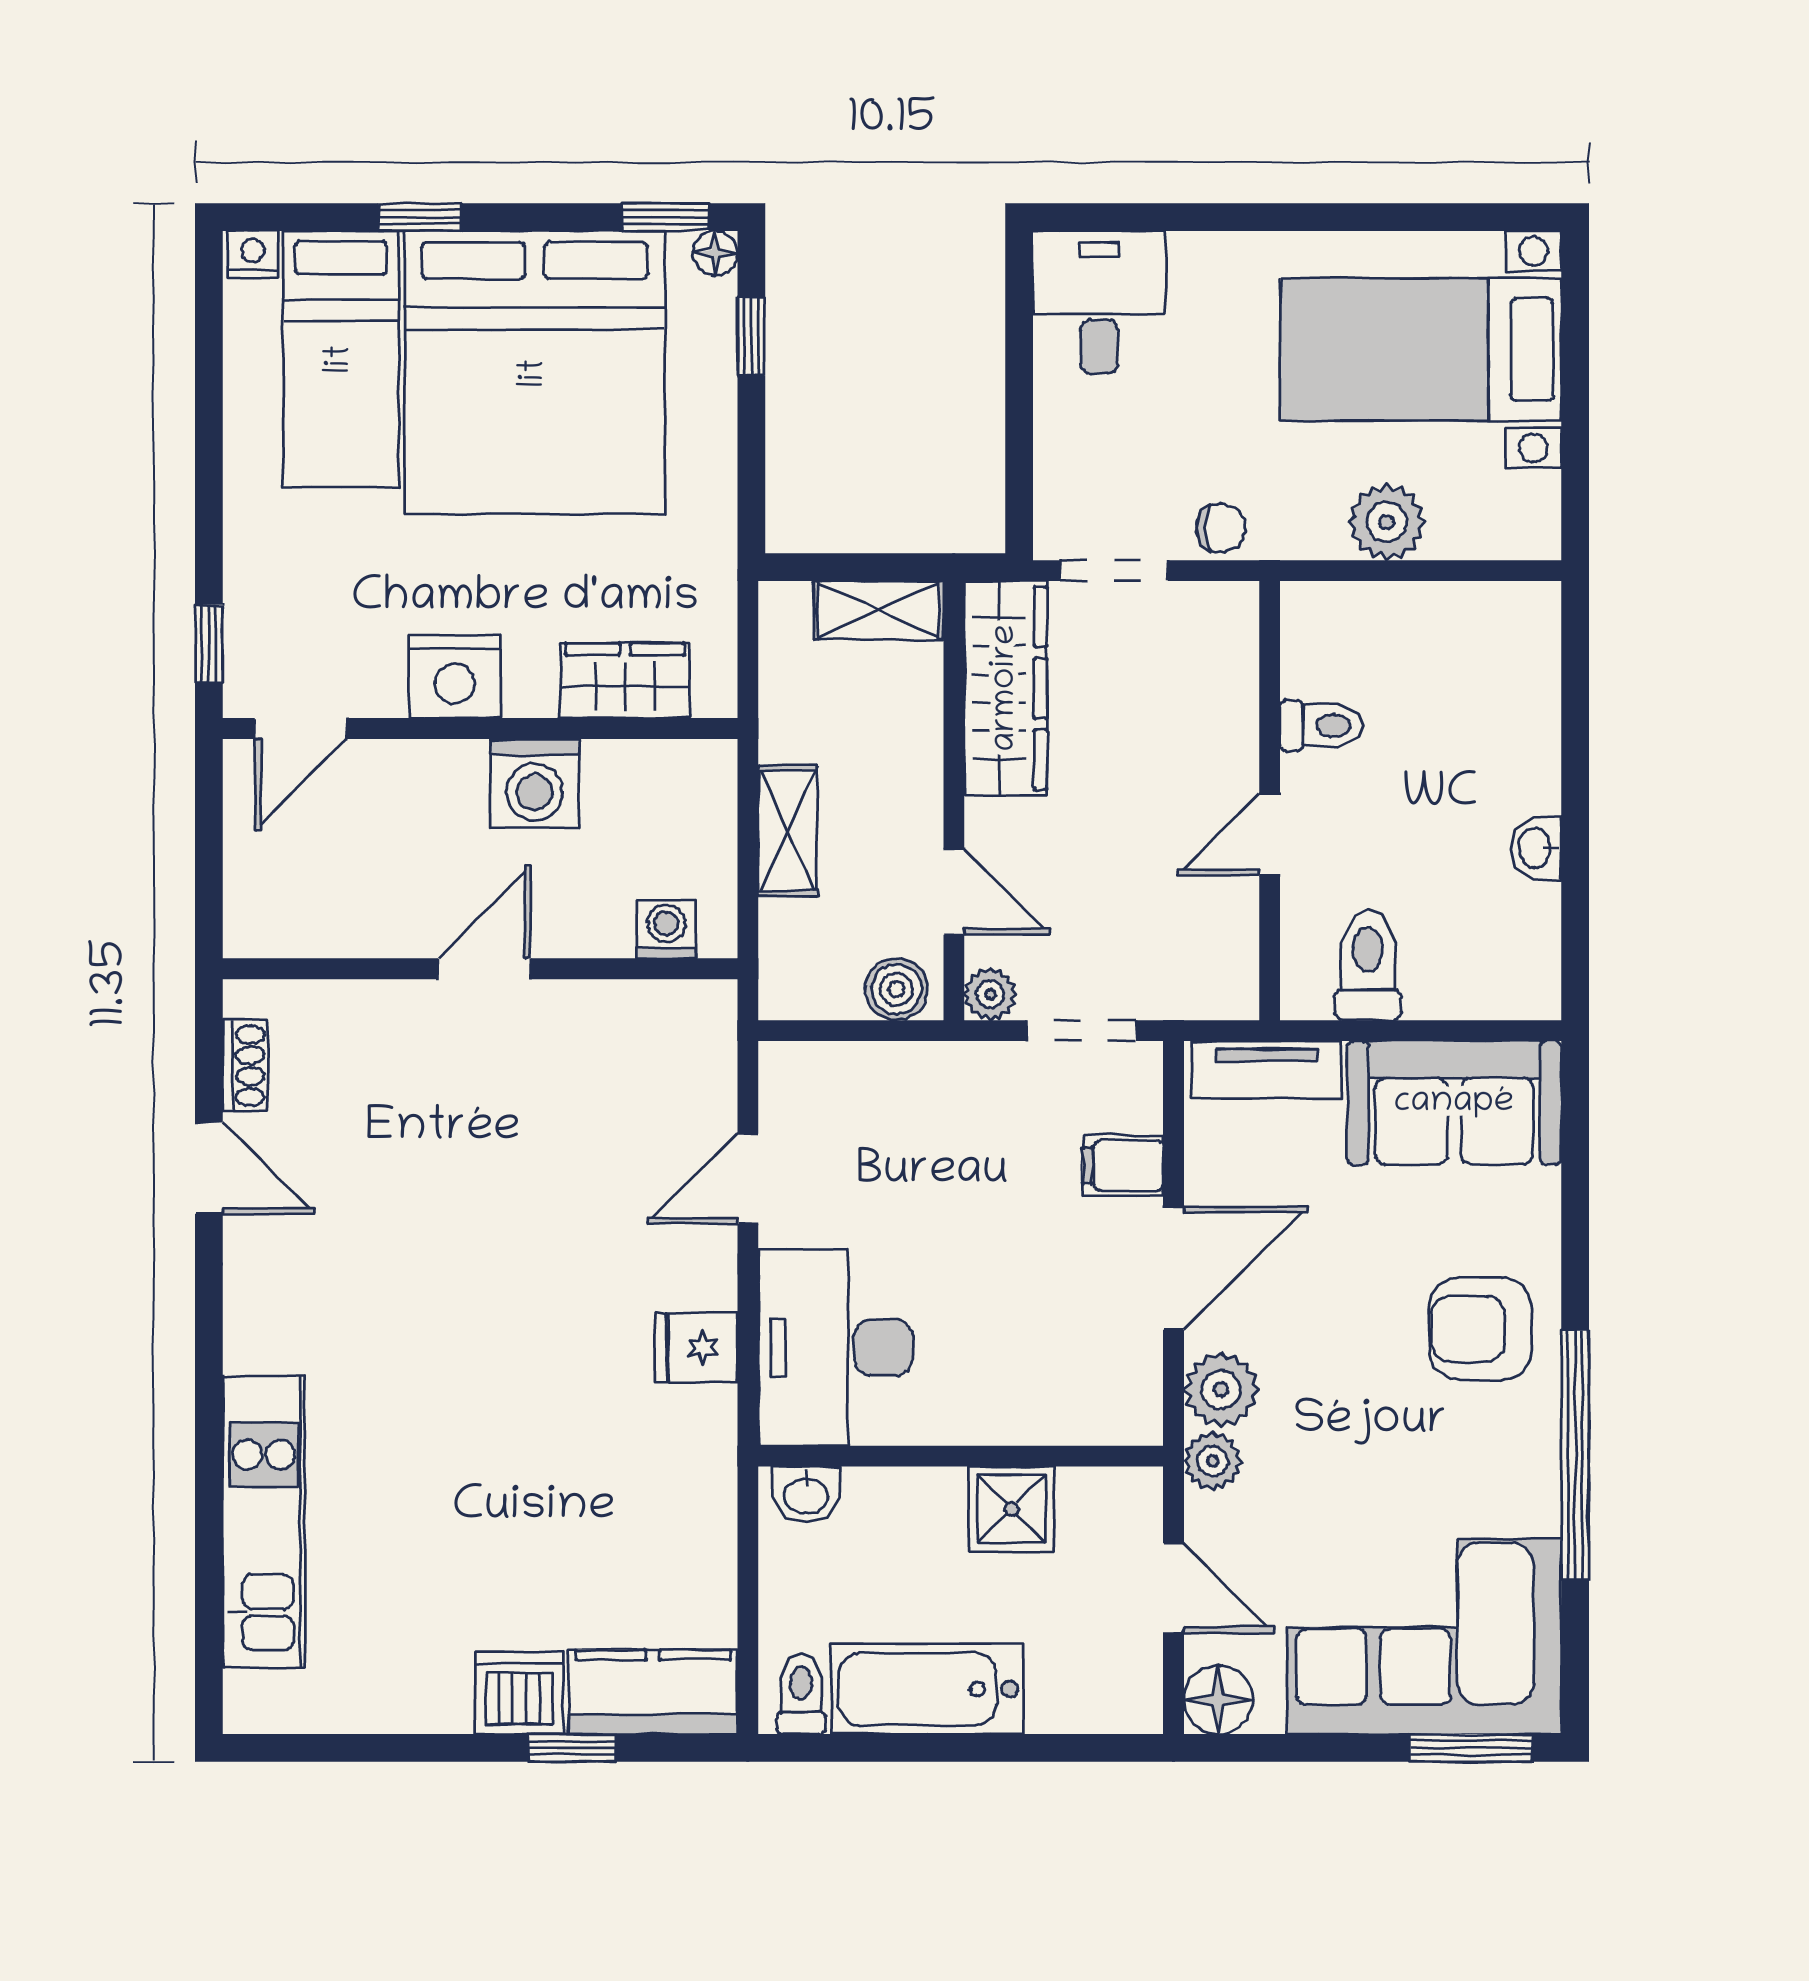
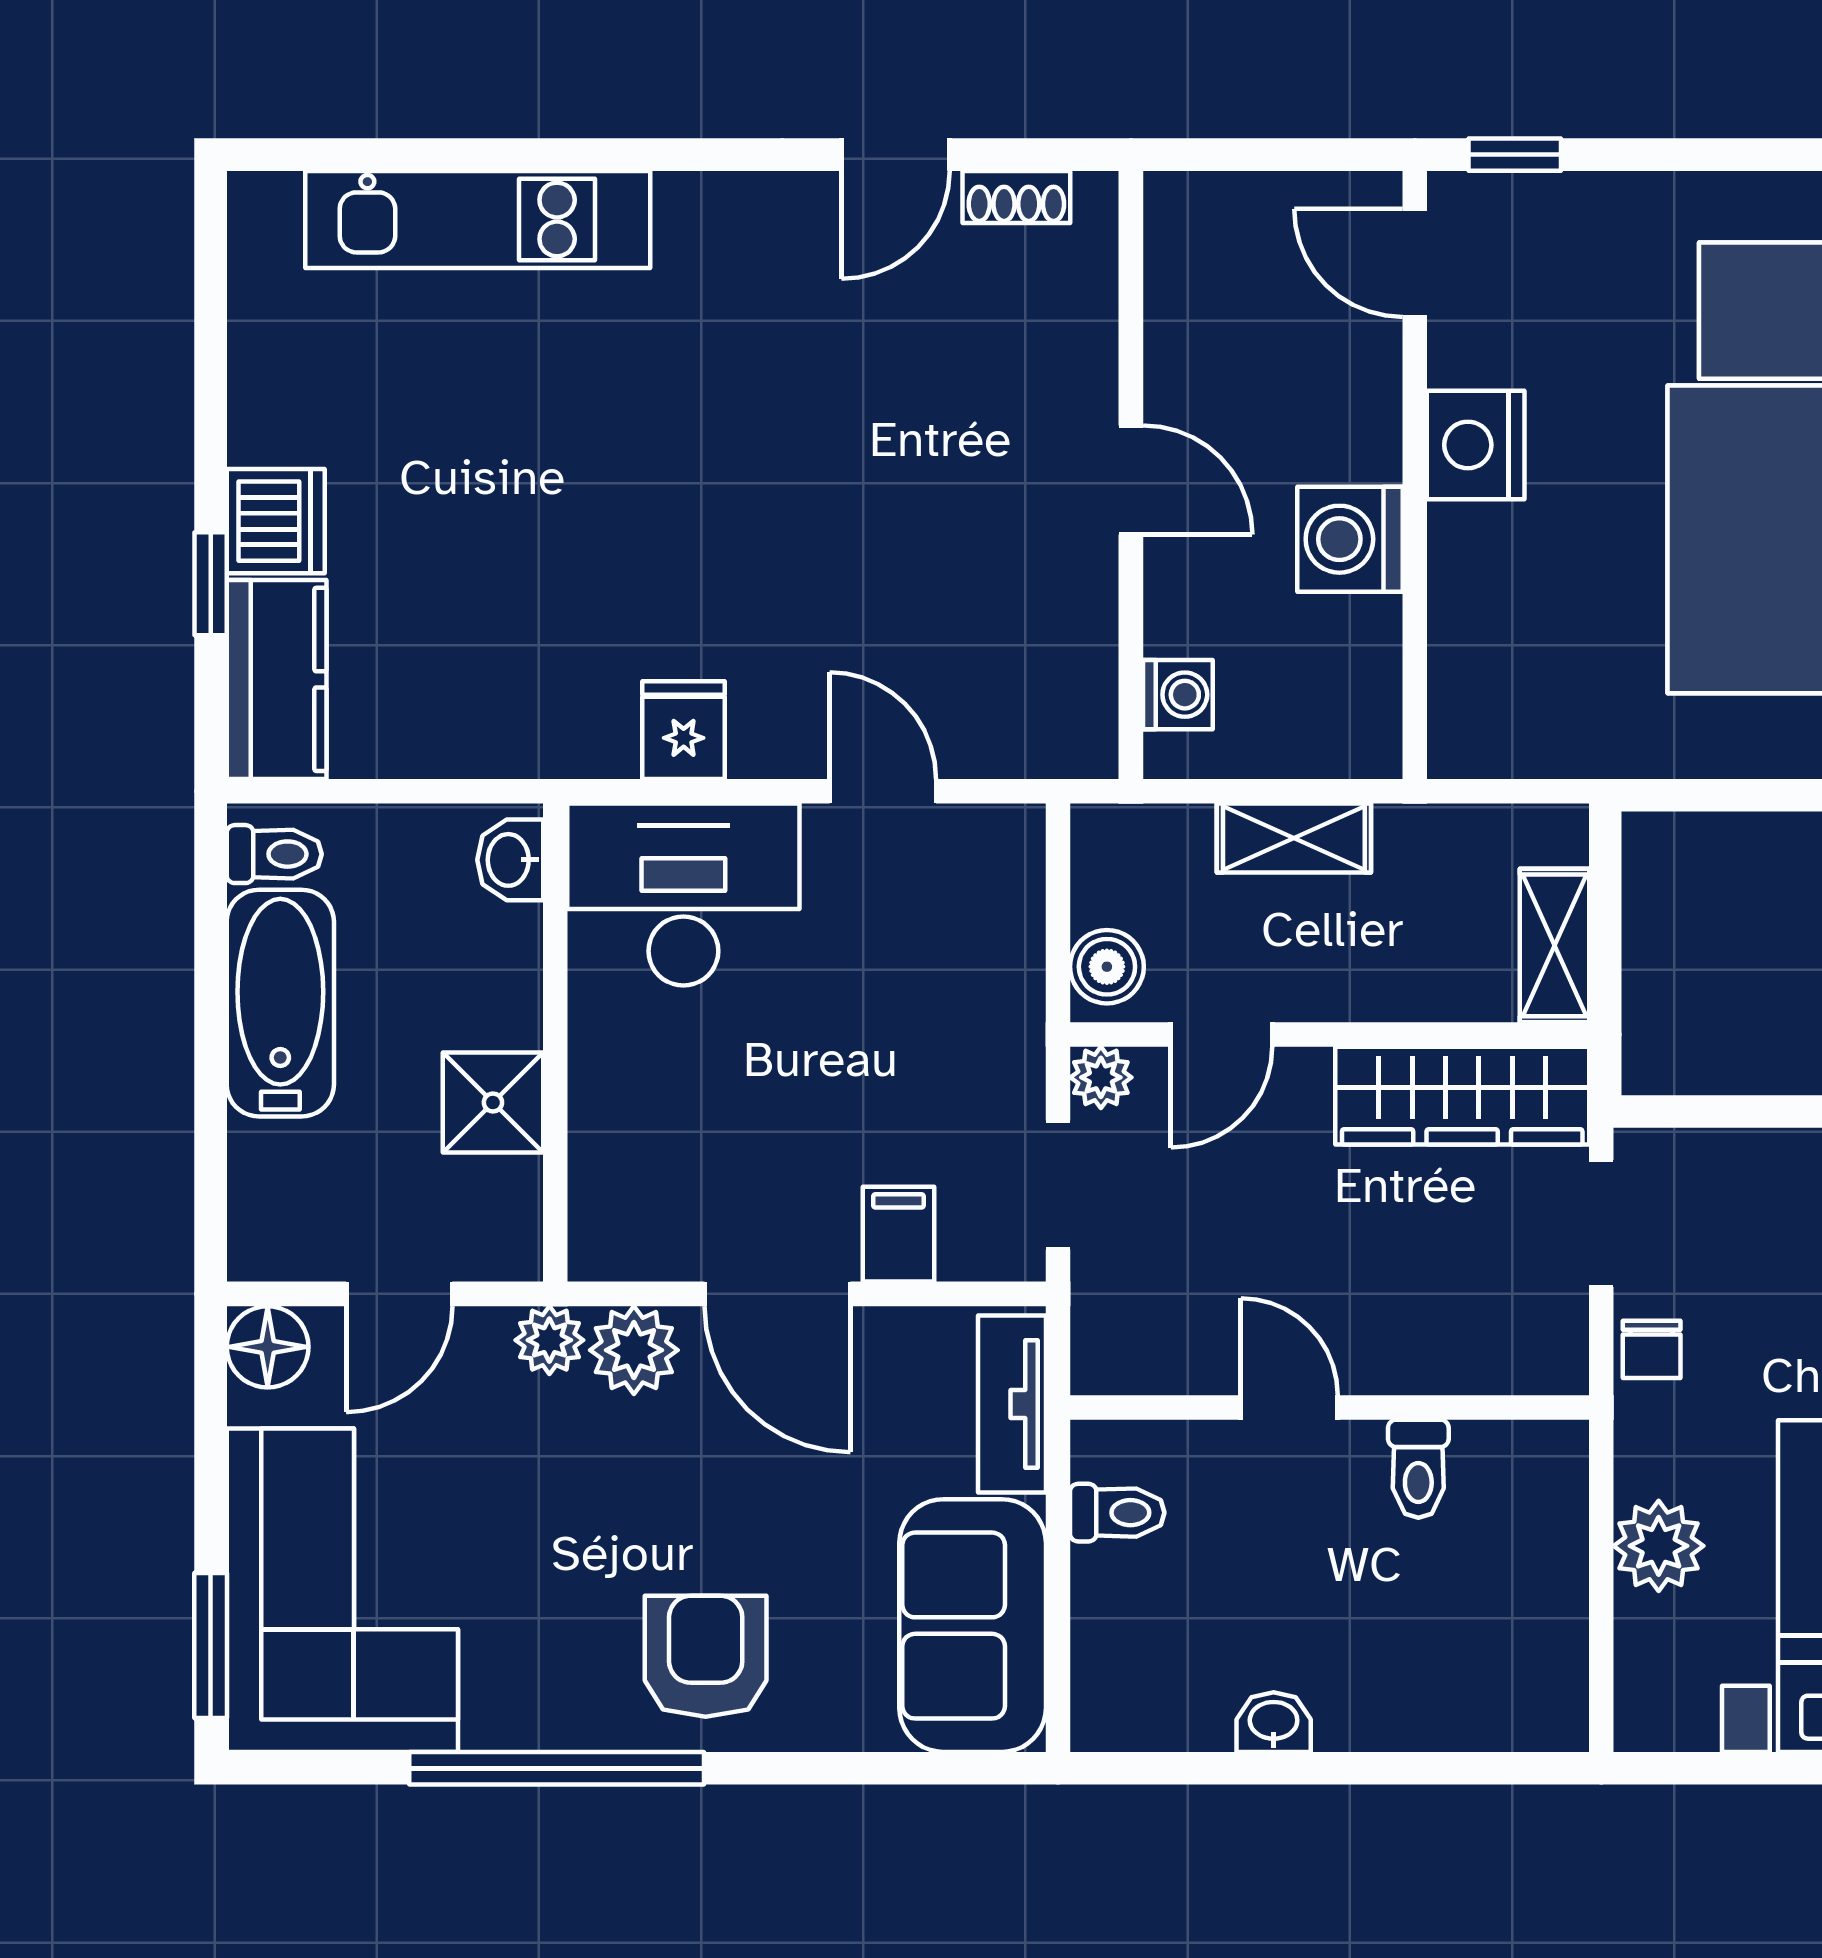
wardrobe: (625, 681) -> (1471, 646), removed
toilet: (1368, 965) -> (1117, 1513), width x0.73, depth x0.72

